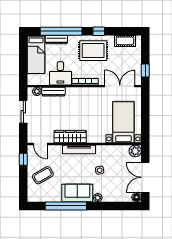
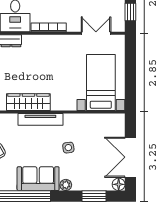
double door: (120, 86) -> (96, 33), width x0.73
plant: (135, 151) -> (117, 121), removed
window: (118, 206) -> (94, 196), added

